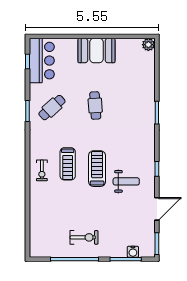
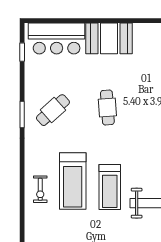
bar counter: (42, 61) -> (57, 38), moved, turned 90
treadmill: (68, 164) -> (73, 181), width x1.37, depth x1.38
treadmill: (97, 169) -> (110, 187), turned 180

